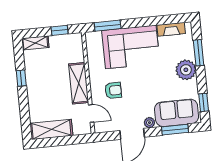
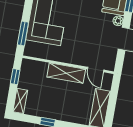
armchair: (113, 90) -> (81, 45), removed
door: (91, 113) -> (96, 70), swing flipped

